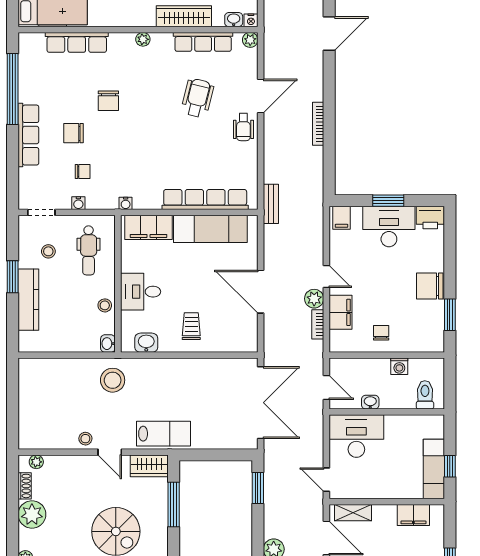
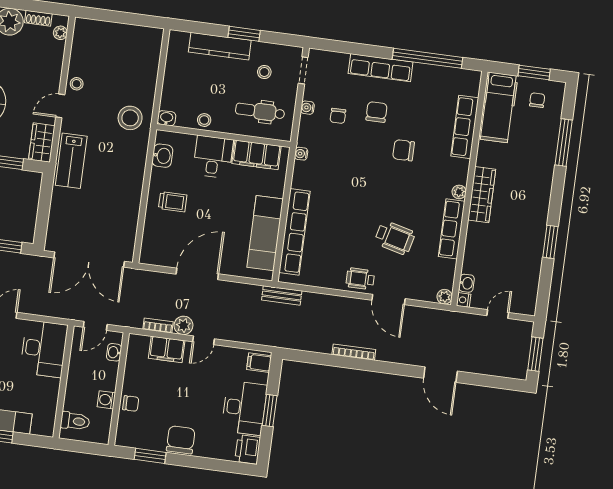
wardrobe: (184, 16) -> (482, 195), moved
row of seats: (203, 42) -> (452, 229), moved
filing cabinet: (149, 227) -> (257, 155), moved, turned -90
chair: (381, 333) -> (131, 404), moved
washbasin: (370, 402) -> (114, 352), moved, turned 180

